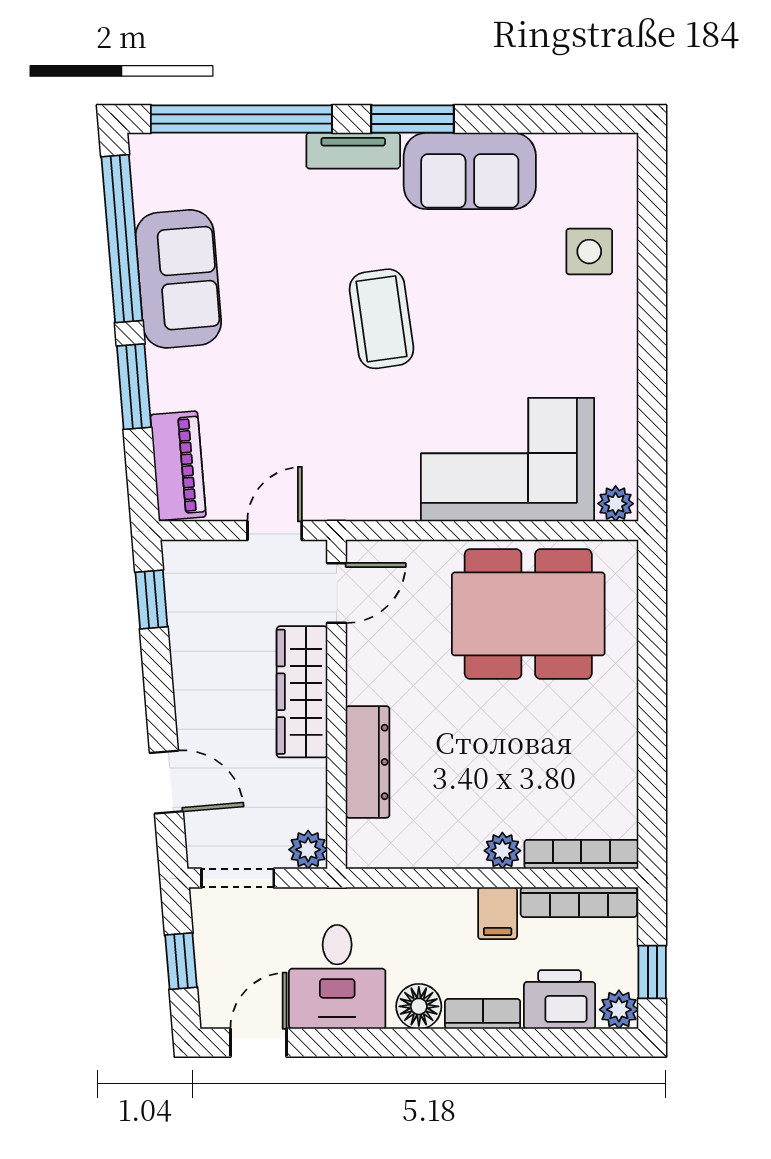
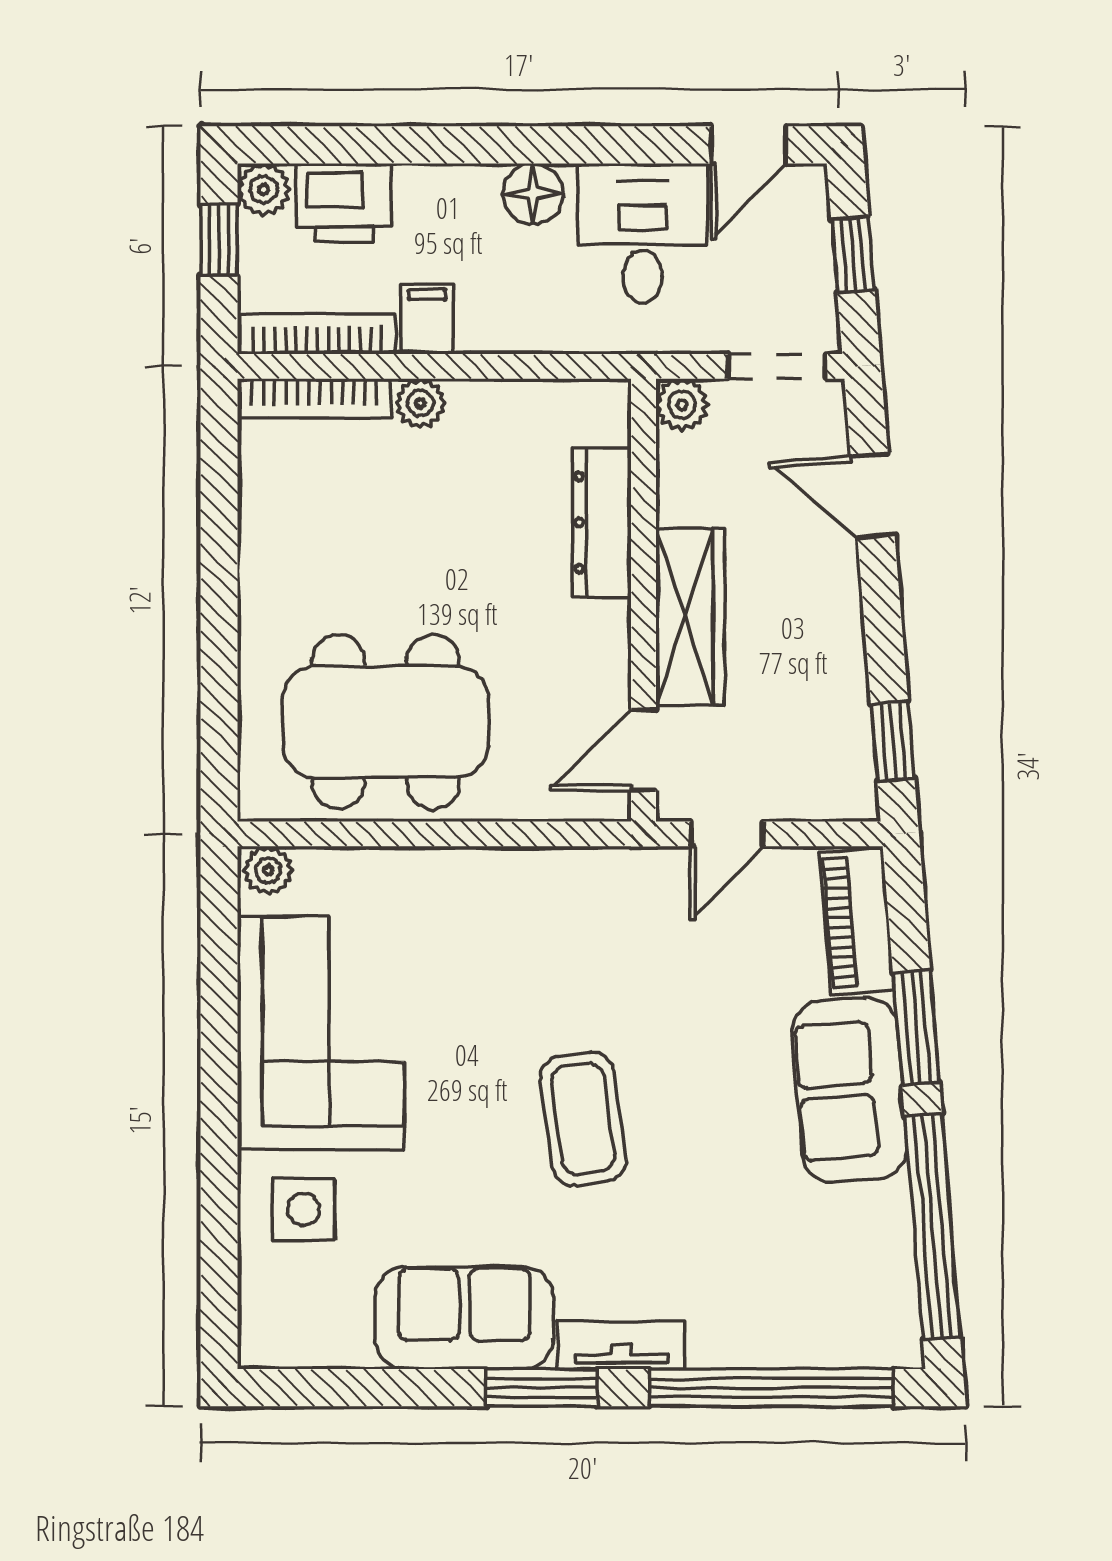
sofa: (178, 279) -> (850, 1090), moved
corner sofa: (507, 460) -> (321, 1033), moved, turned -90
bookcase: (483, 1014) -> (447, 184), removed

